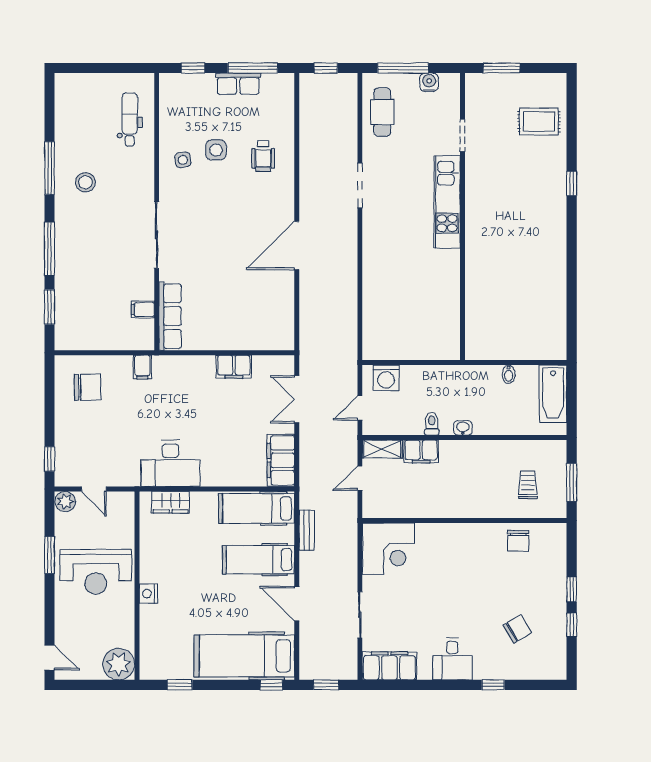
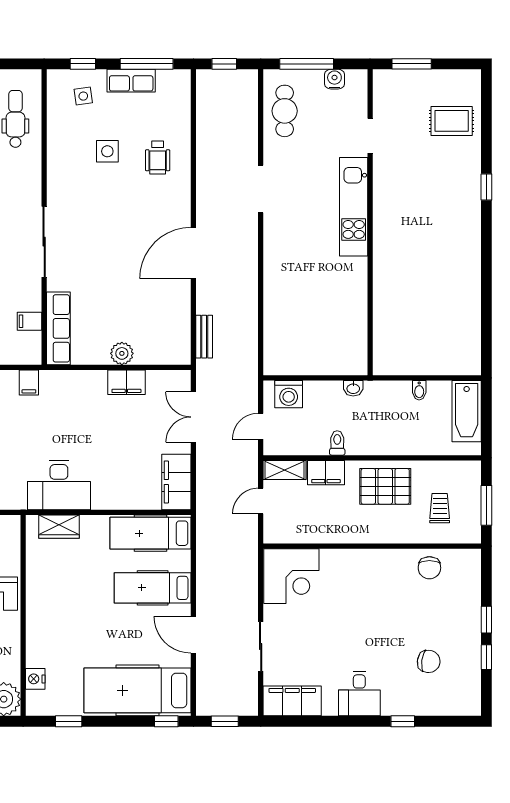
side table: (183, 160) -> (83, 96), moved
plant: (230, 340) -> (122, 353), added
washbasin: (463, 428) -> (353, 388), moved, turned 180
pallet: (477, 464) -> (385, 486), added
bench: (307, 530) -> (204, 337), moved
nightstand: (148, 594) -> (35, 679), moved
chair: (517, 629) -> (429, 661), turned 39

